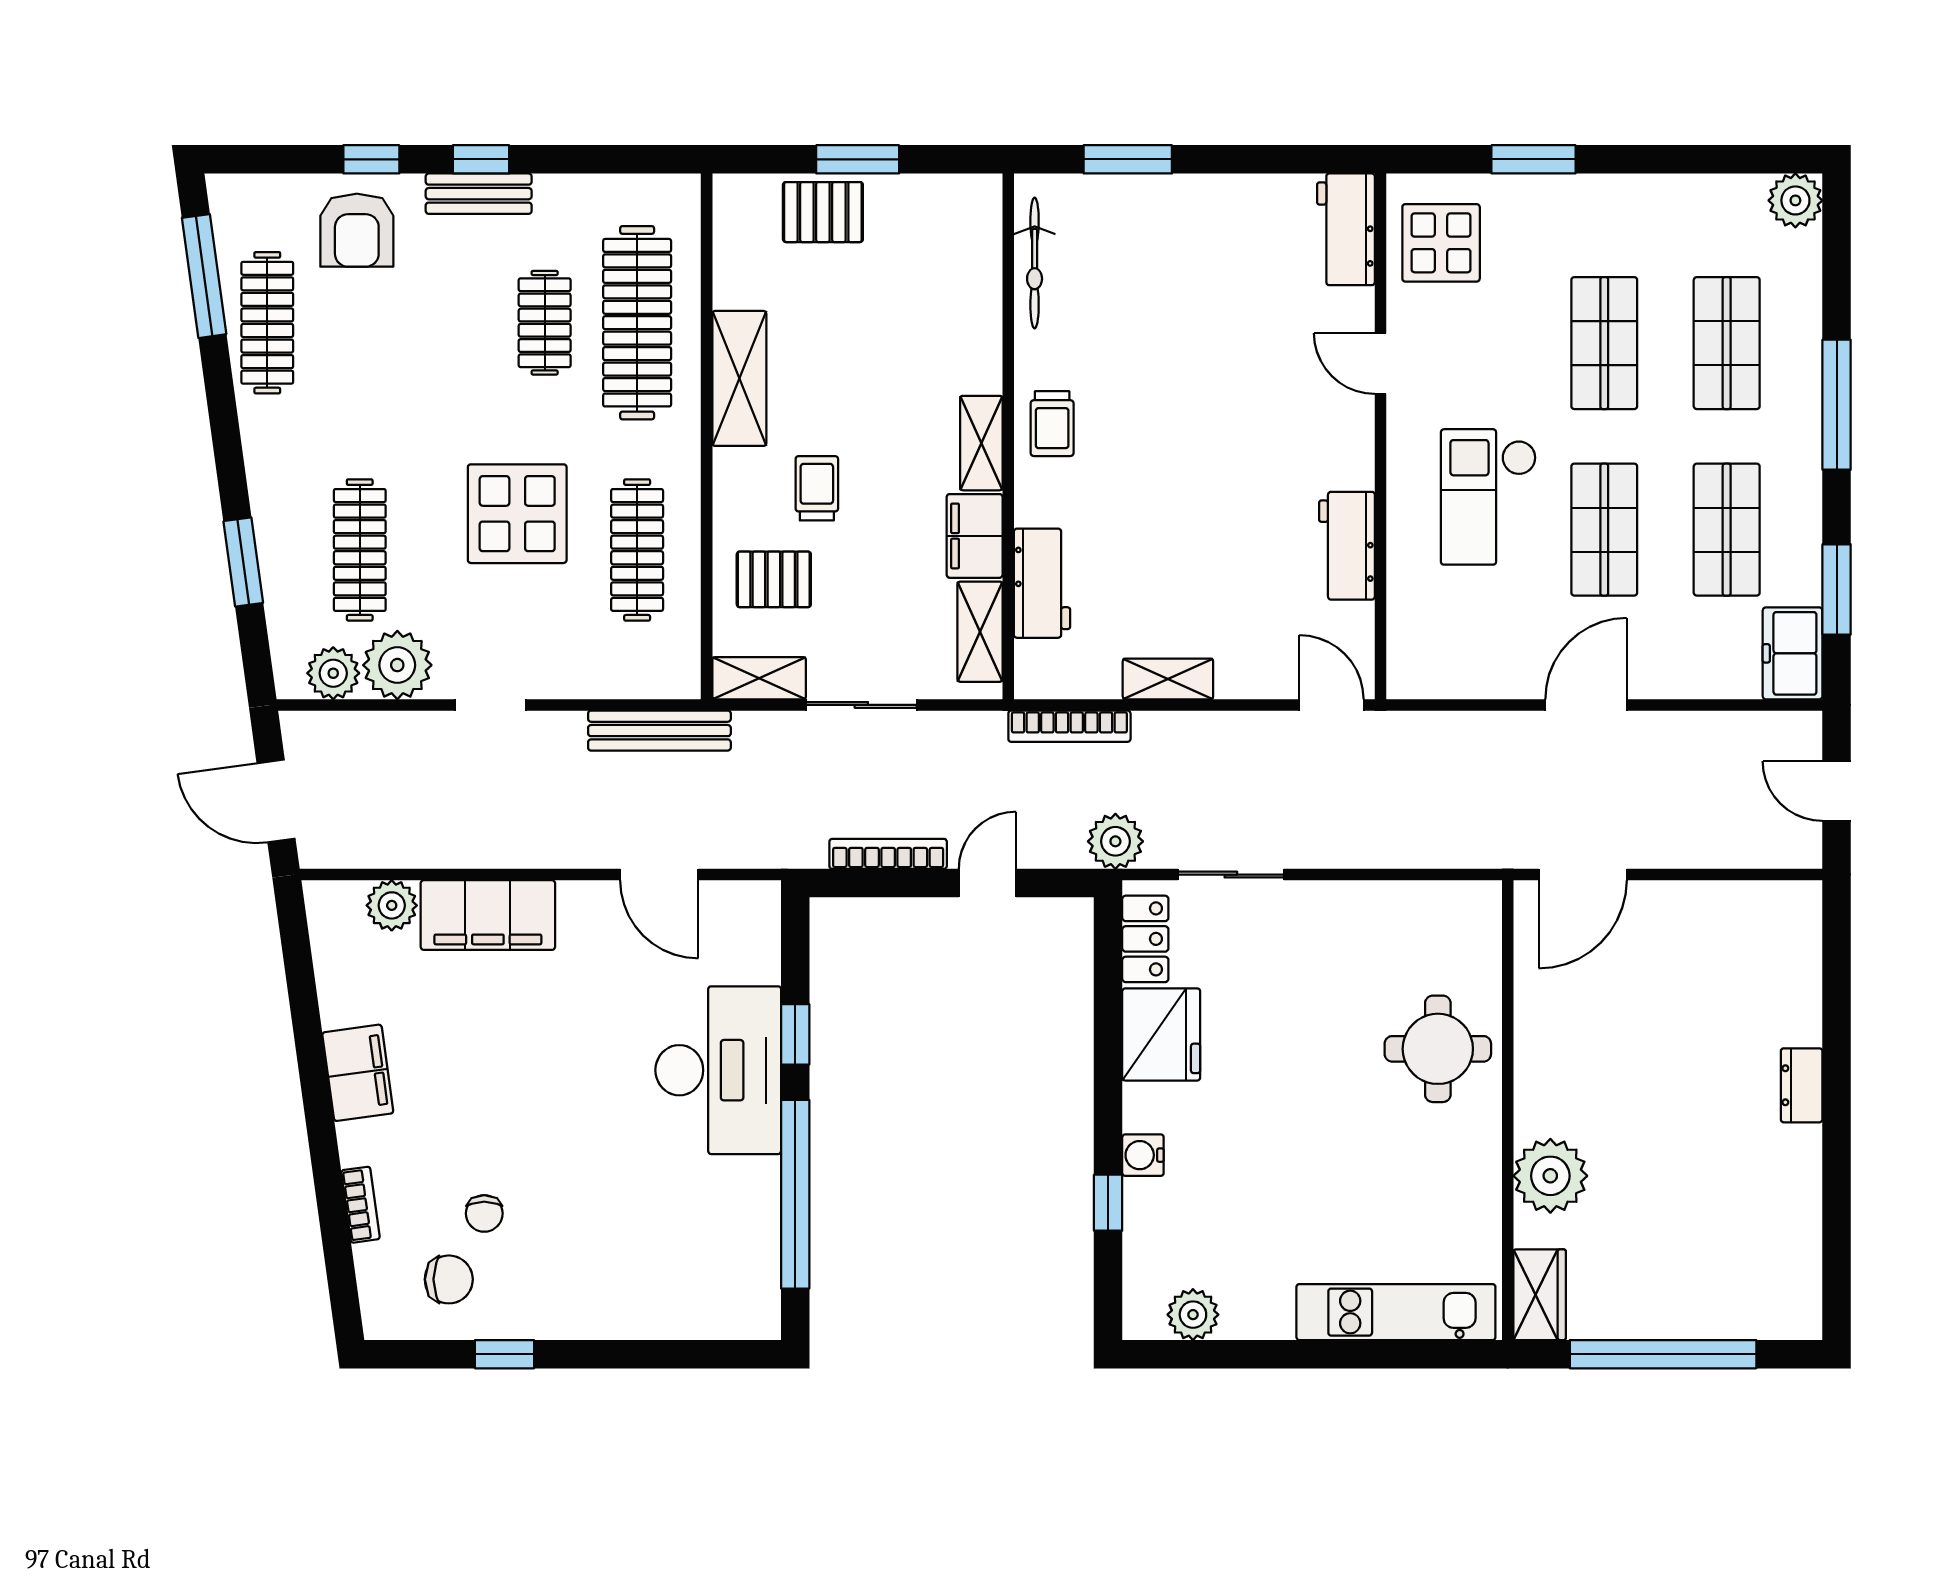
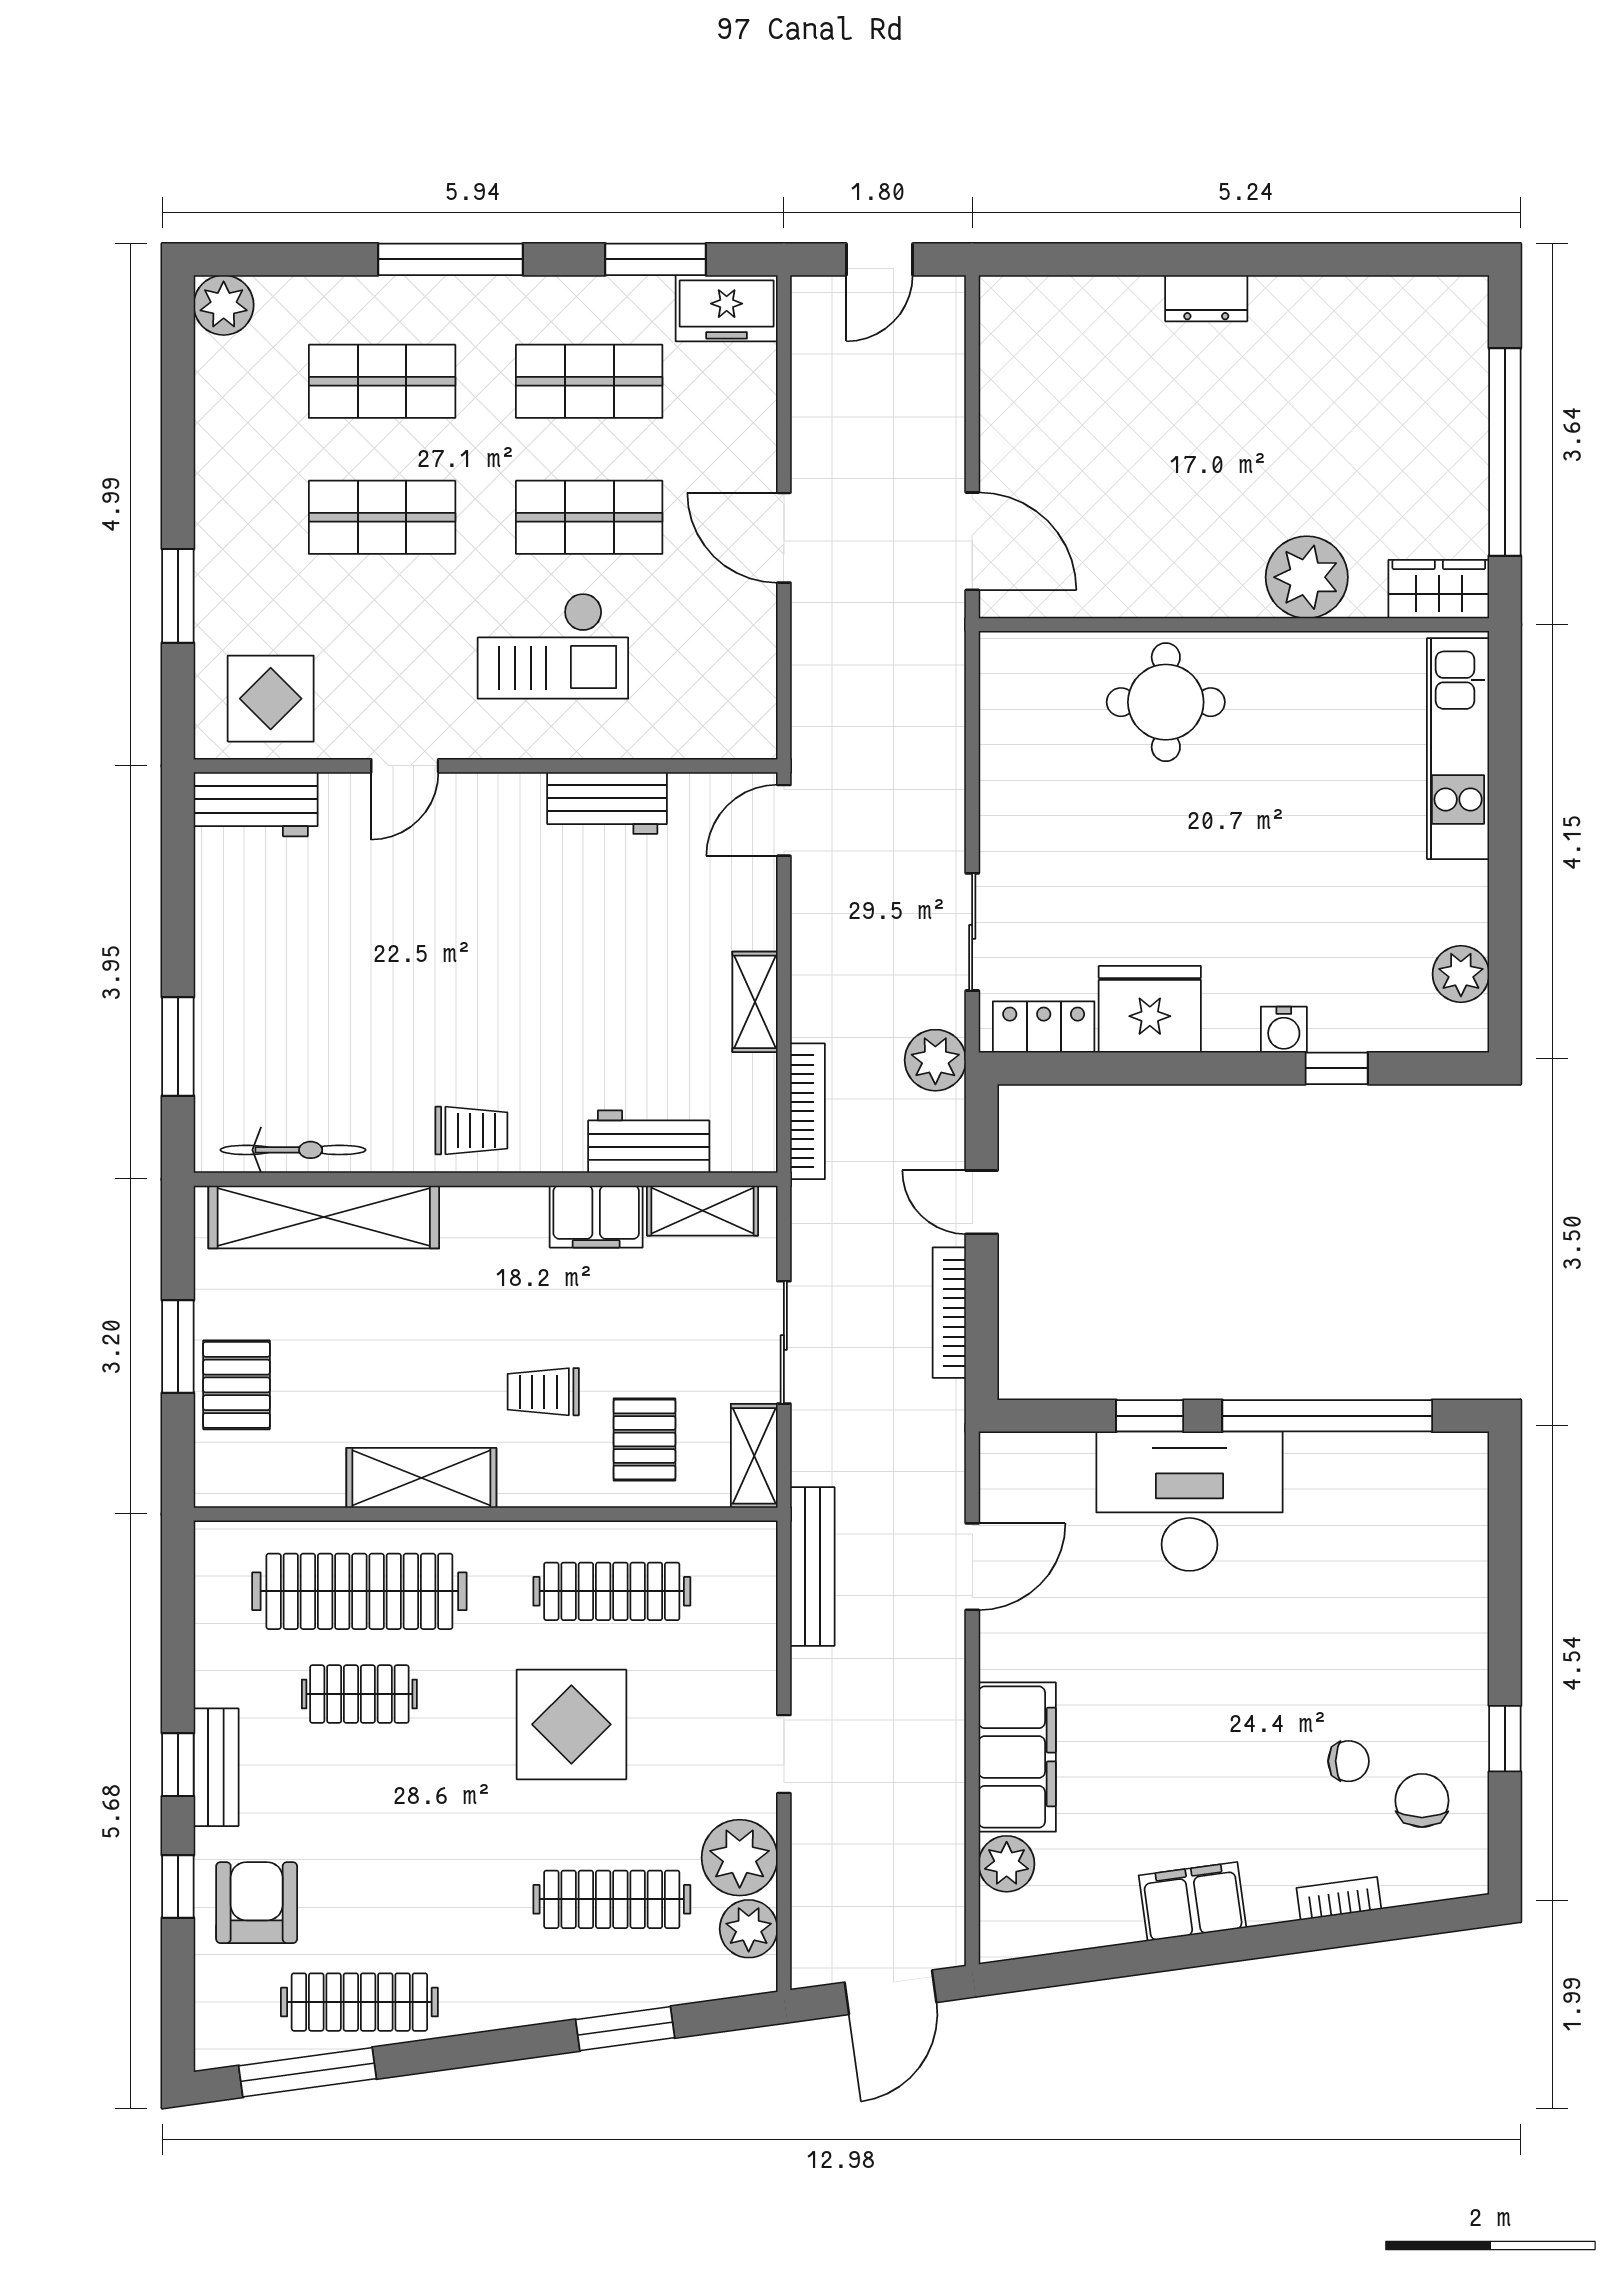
armchair: (357, 230) -> (257, 1903), turned -90
shelving: (981, 443) -> (324, 1217), moved, width x2.20, depth x1.33

